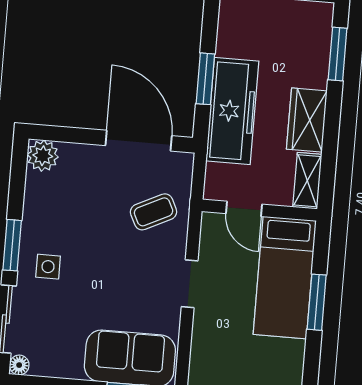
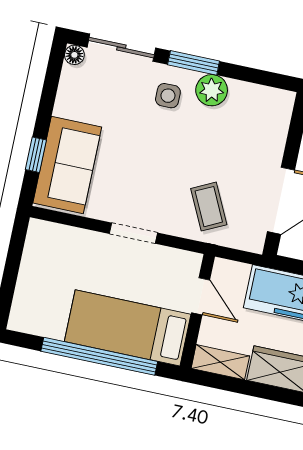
plant: (43, 156) -> (212, 90), moved
door: (244, 209) -> (201, 296), swing flipped
window: (317, 302) -> (99, 356), width x2.11

